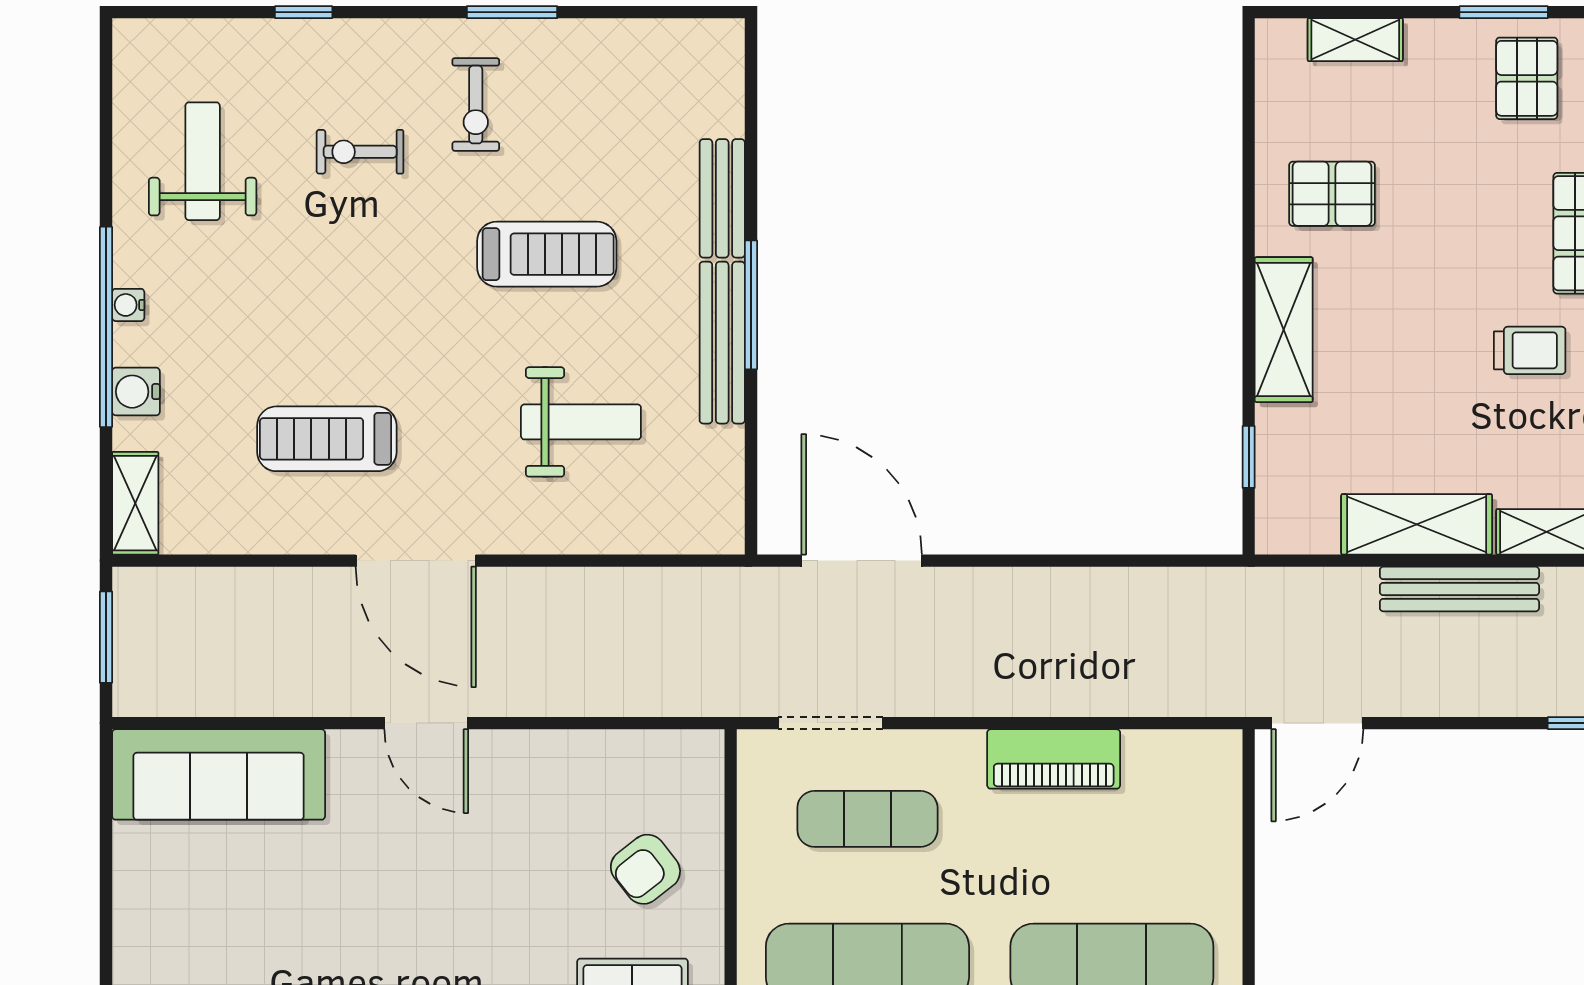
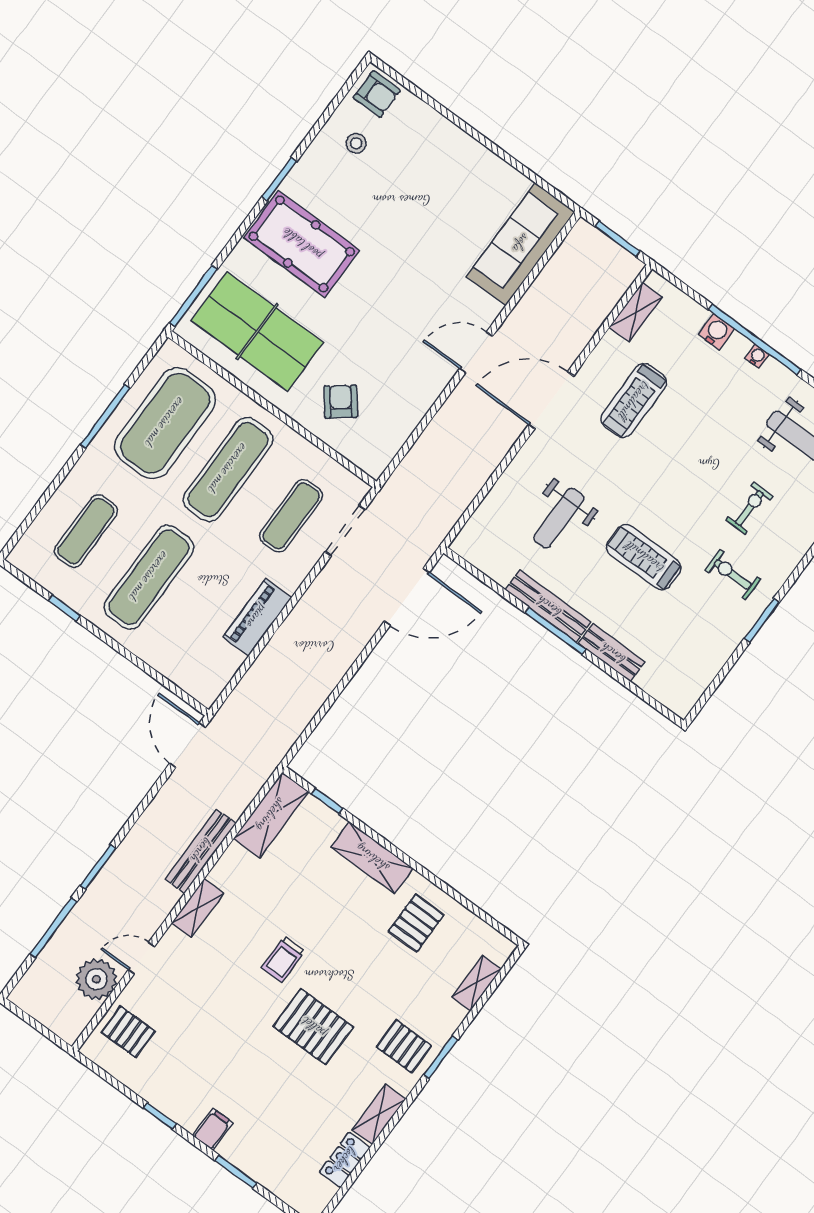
treadmill: (547, 254) -> (644, 557), turned 90
treadmill: (327, 439) -> (634, 401), turned 180
shelving: (135, 503) -> (636, 312), moved, turned 90
shelving: (1417, 524) -> (271, 815), moved

